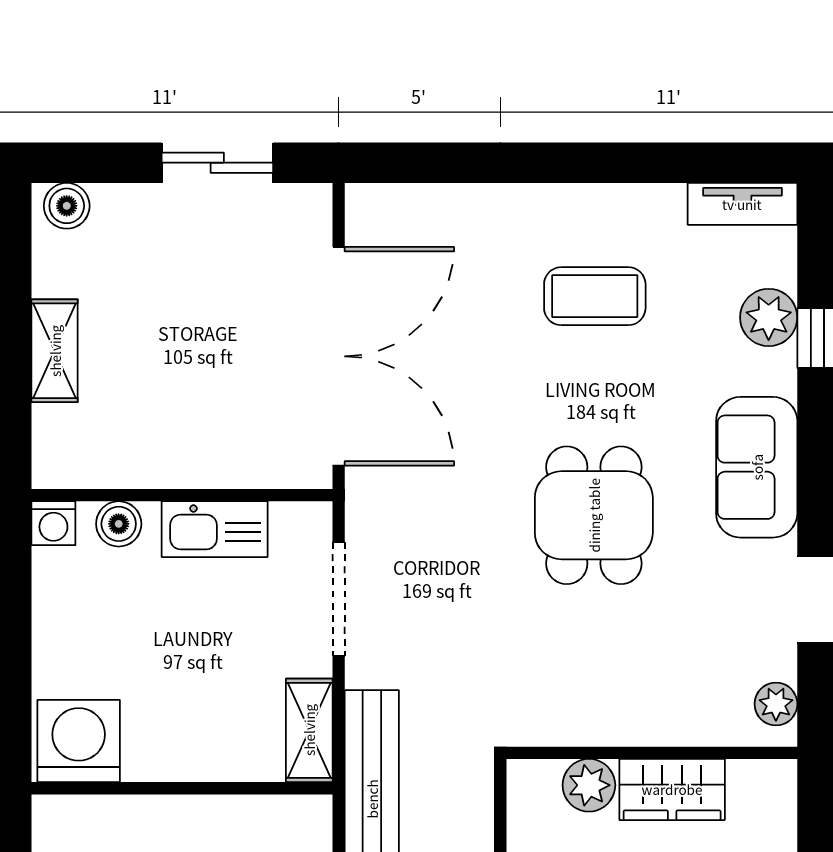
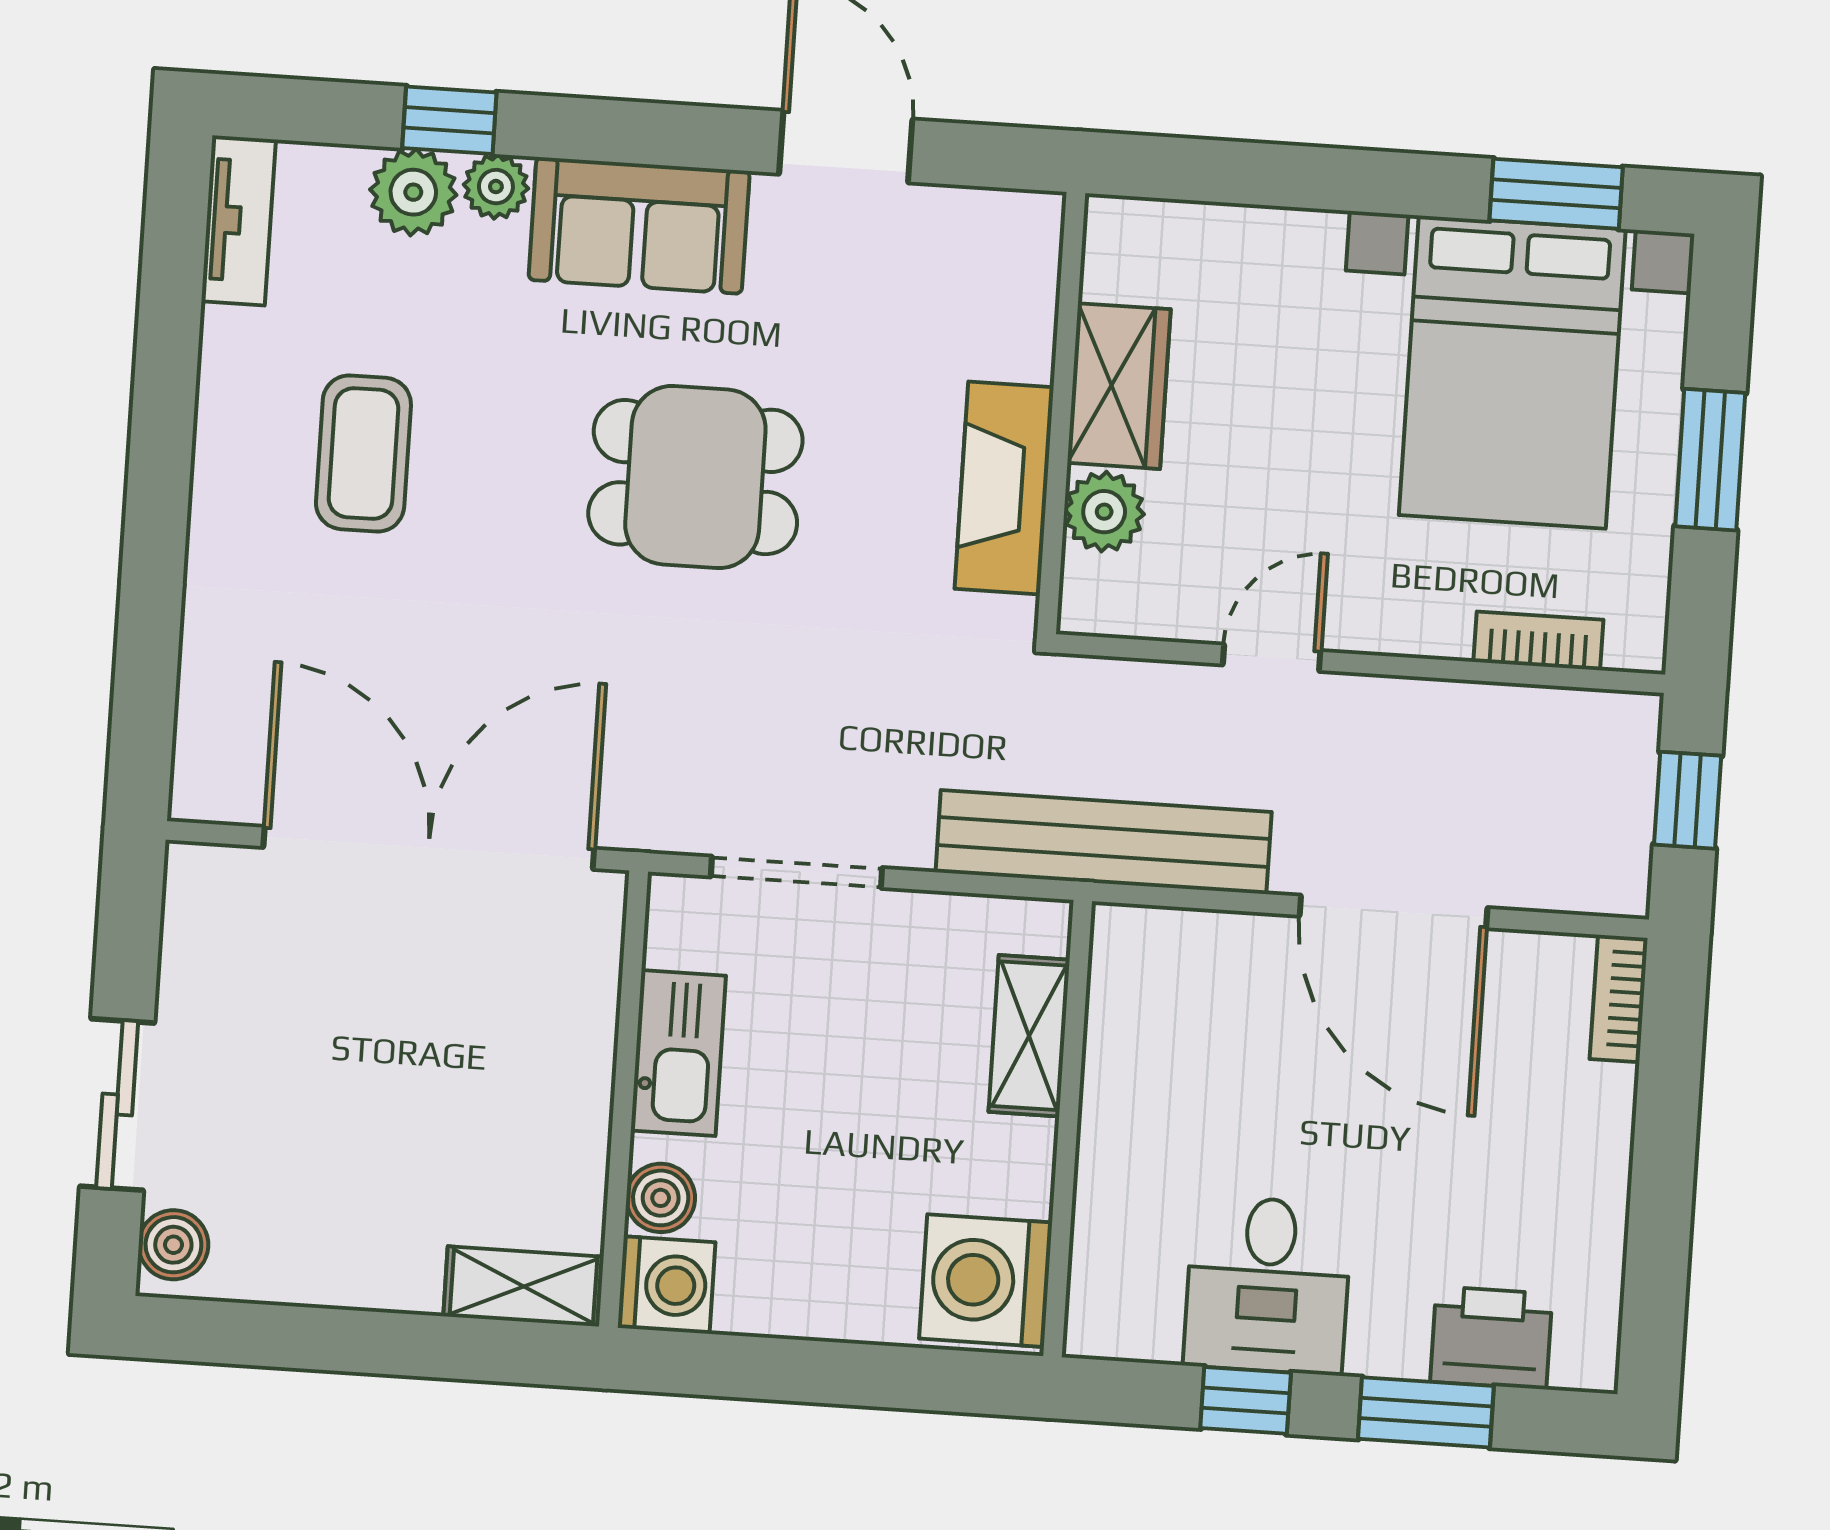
sliding door: (217, 163) -> (117, 1105), moved
shelving: (55, 351) -> (524, 1286), moved
washing machine: (53, 523) -> (667, 1285), width x1.38, depth x1.38
plant: (776, 704) -> (496, 187), moved
fireplace: (600, 719) -> (1004, 488), added
shelving: (309, 730) -> (1029, 1036), moved, turned 90

